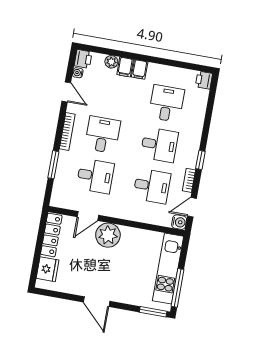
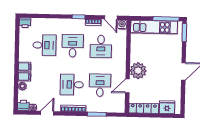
desk: (167, 104) -> (44, 45), turned 180
desk: (152, 186) -> (101, 46), turned 180
door: (88, 216) -> (127, 86), swing flipped

